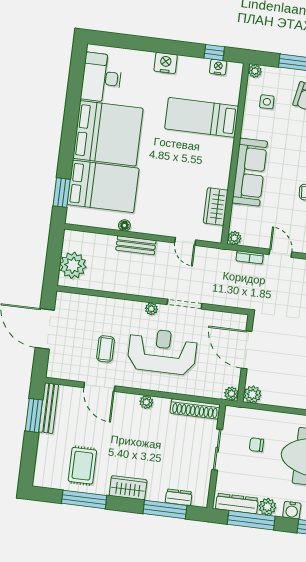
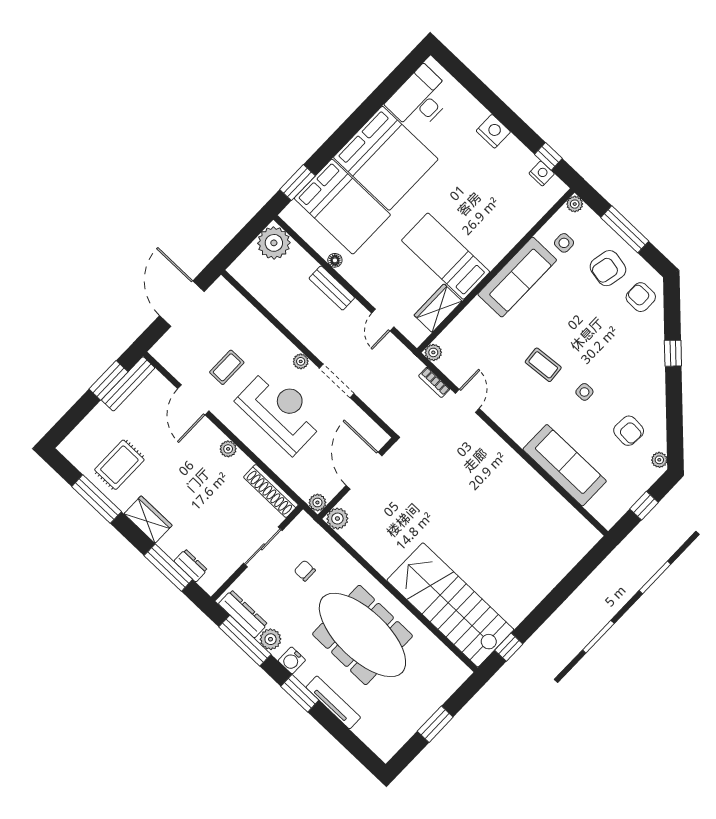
bed: (202, 117) -> (446, 256), moved
sofa: (250, 172) -> (517, 277), moved
plant: (73, 265) -> (274, 243), moved

